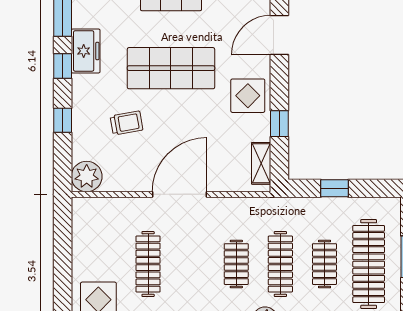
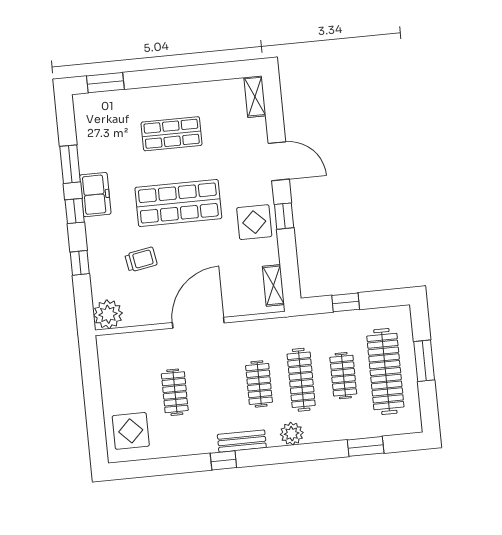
door: (279, 35) -> (279, 161), swing flipped
window: (279, 124) -> (284, 216), moved
clothes rail: (148, 264) -> (175, 392), width x0.73

